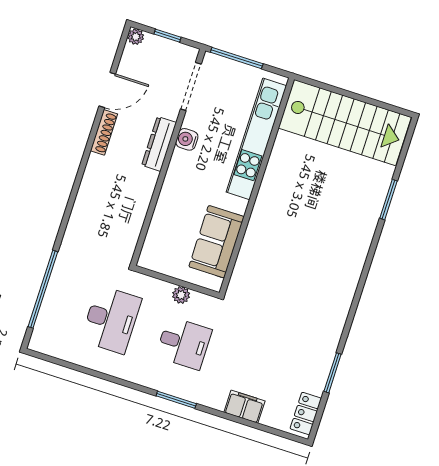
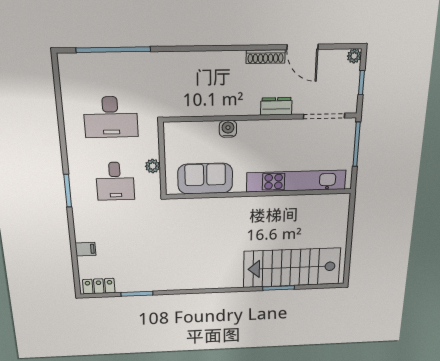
stairs: (345, 123) -> (292, 268), moved, turned 90
water cooler: (187, 139) -> (228, 129), moved
dresser: (159, 144) -> (276, 106), width x0.70
filing cabinet: (244, 407) -> (85, 249), width x0.50

